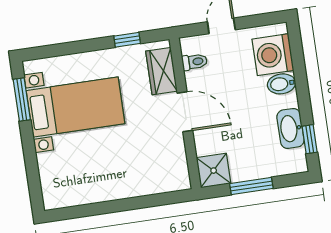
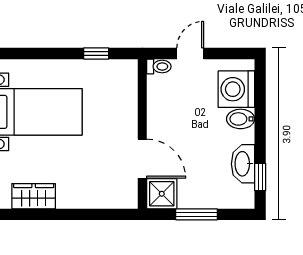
toilet: (195, 62) -> (159, 66), moved
wardrobe: (161, 71) -> (34, 196), moved, turned 90
door: (185, 112) -> (142, 159), moved

